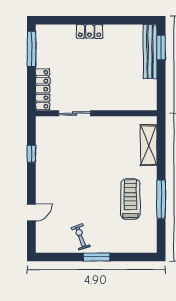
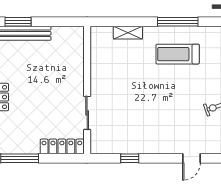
shelving: (149, 145) -> (128, 33), width x0.67, depth x0.75
door: (31, 212) -> (191, 158), swing flipped

